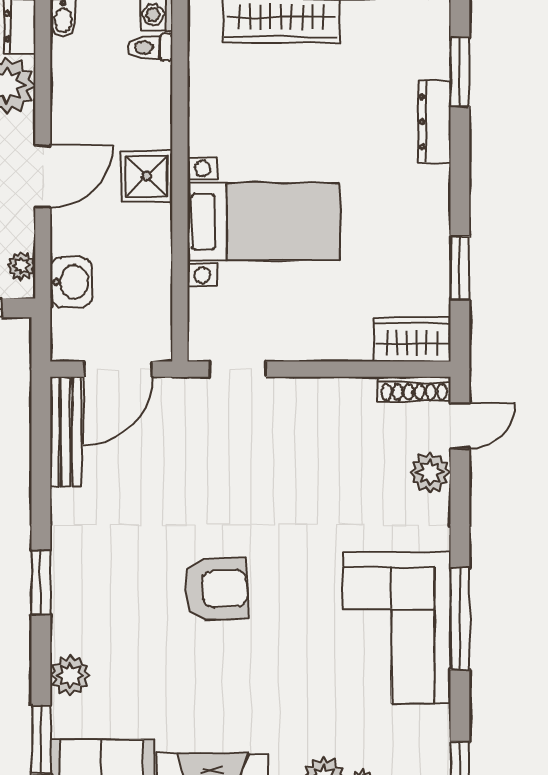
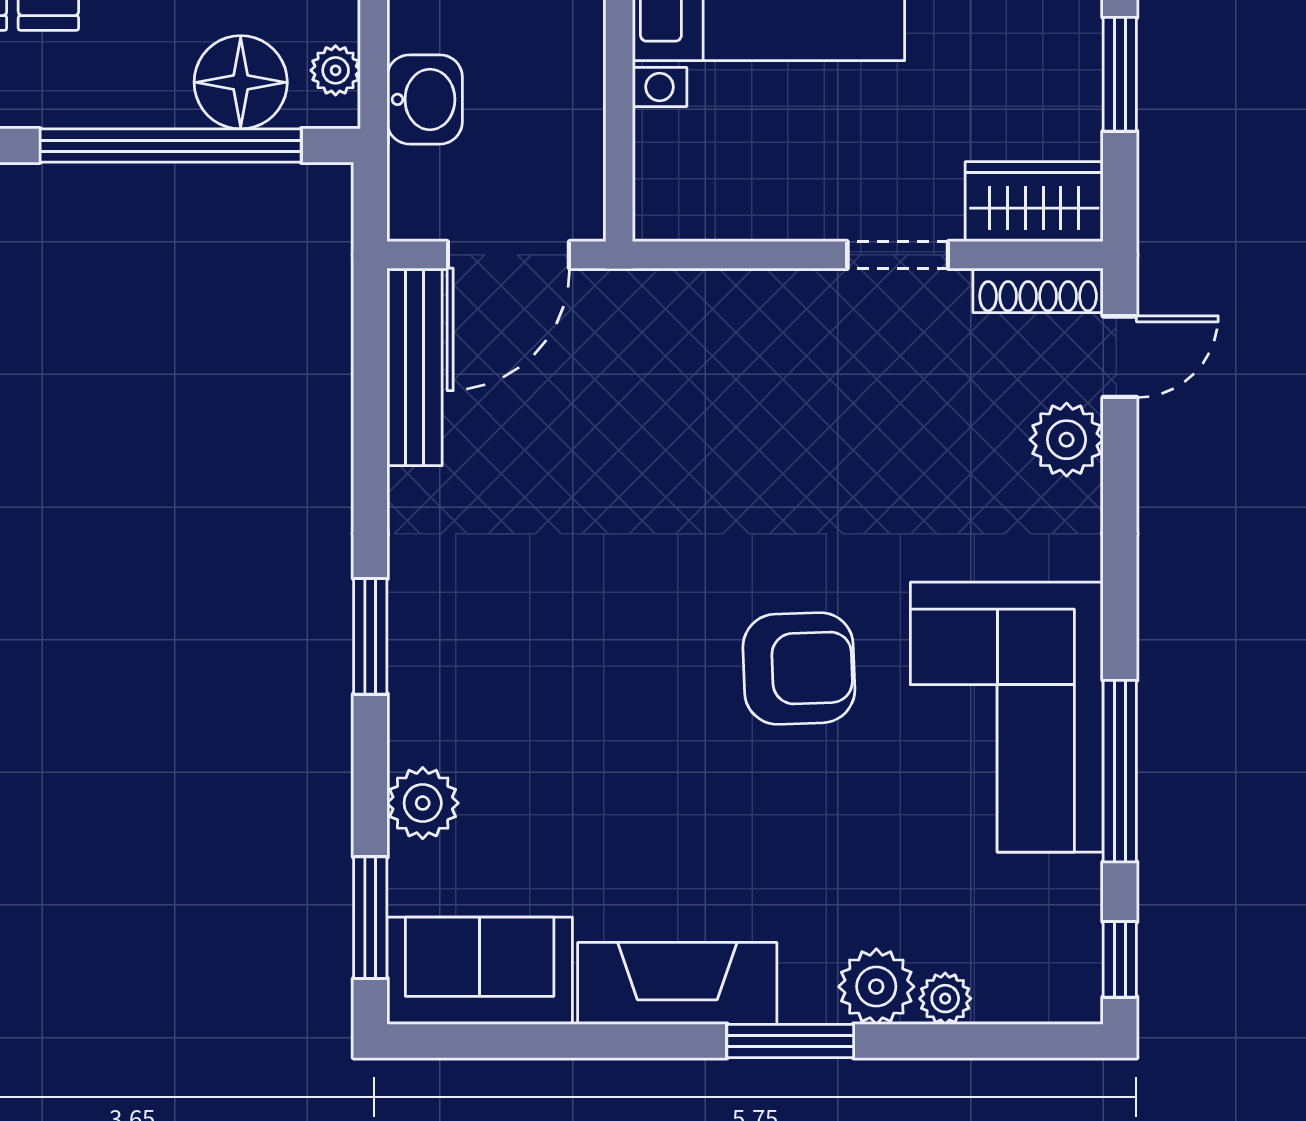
doorway: (237, 369) -> (898, 255), moved
armchair: (216, 589) -> (799, 668), moved
window: (460, 619) -> (1120, 771), moved

